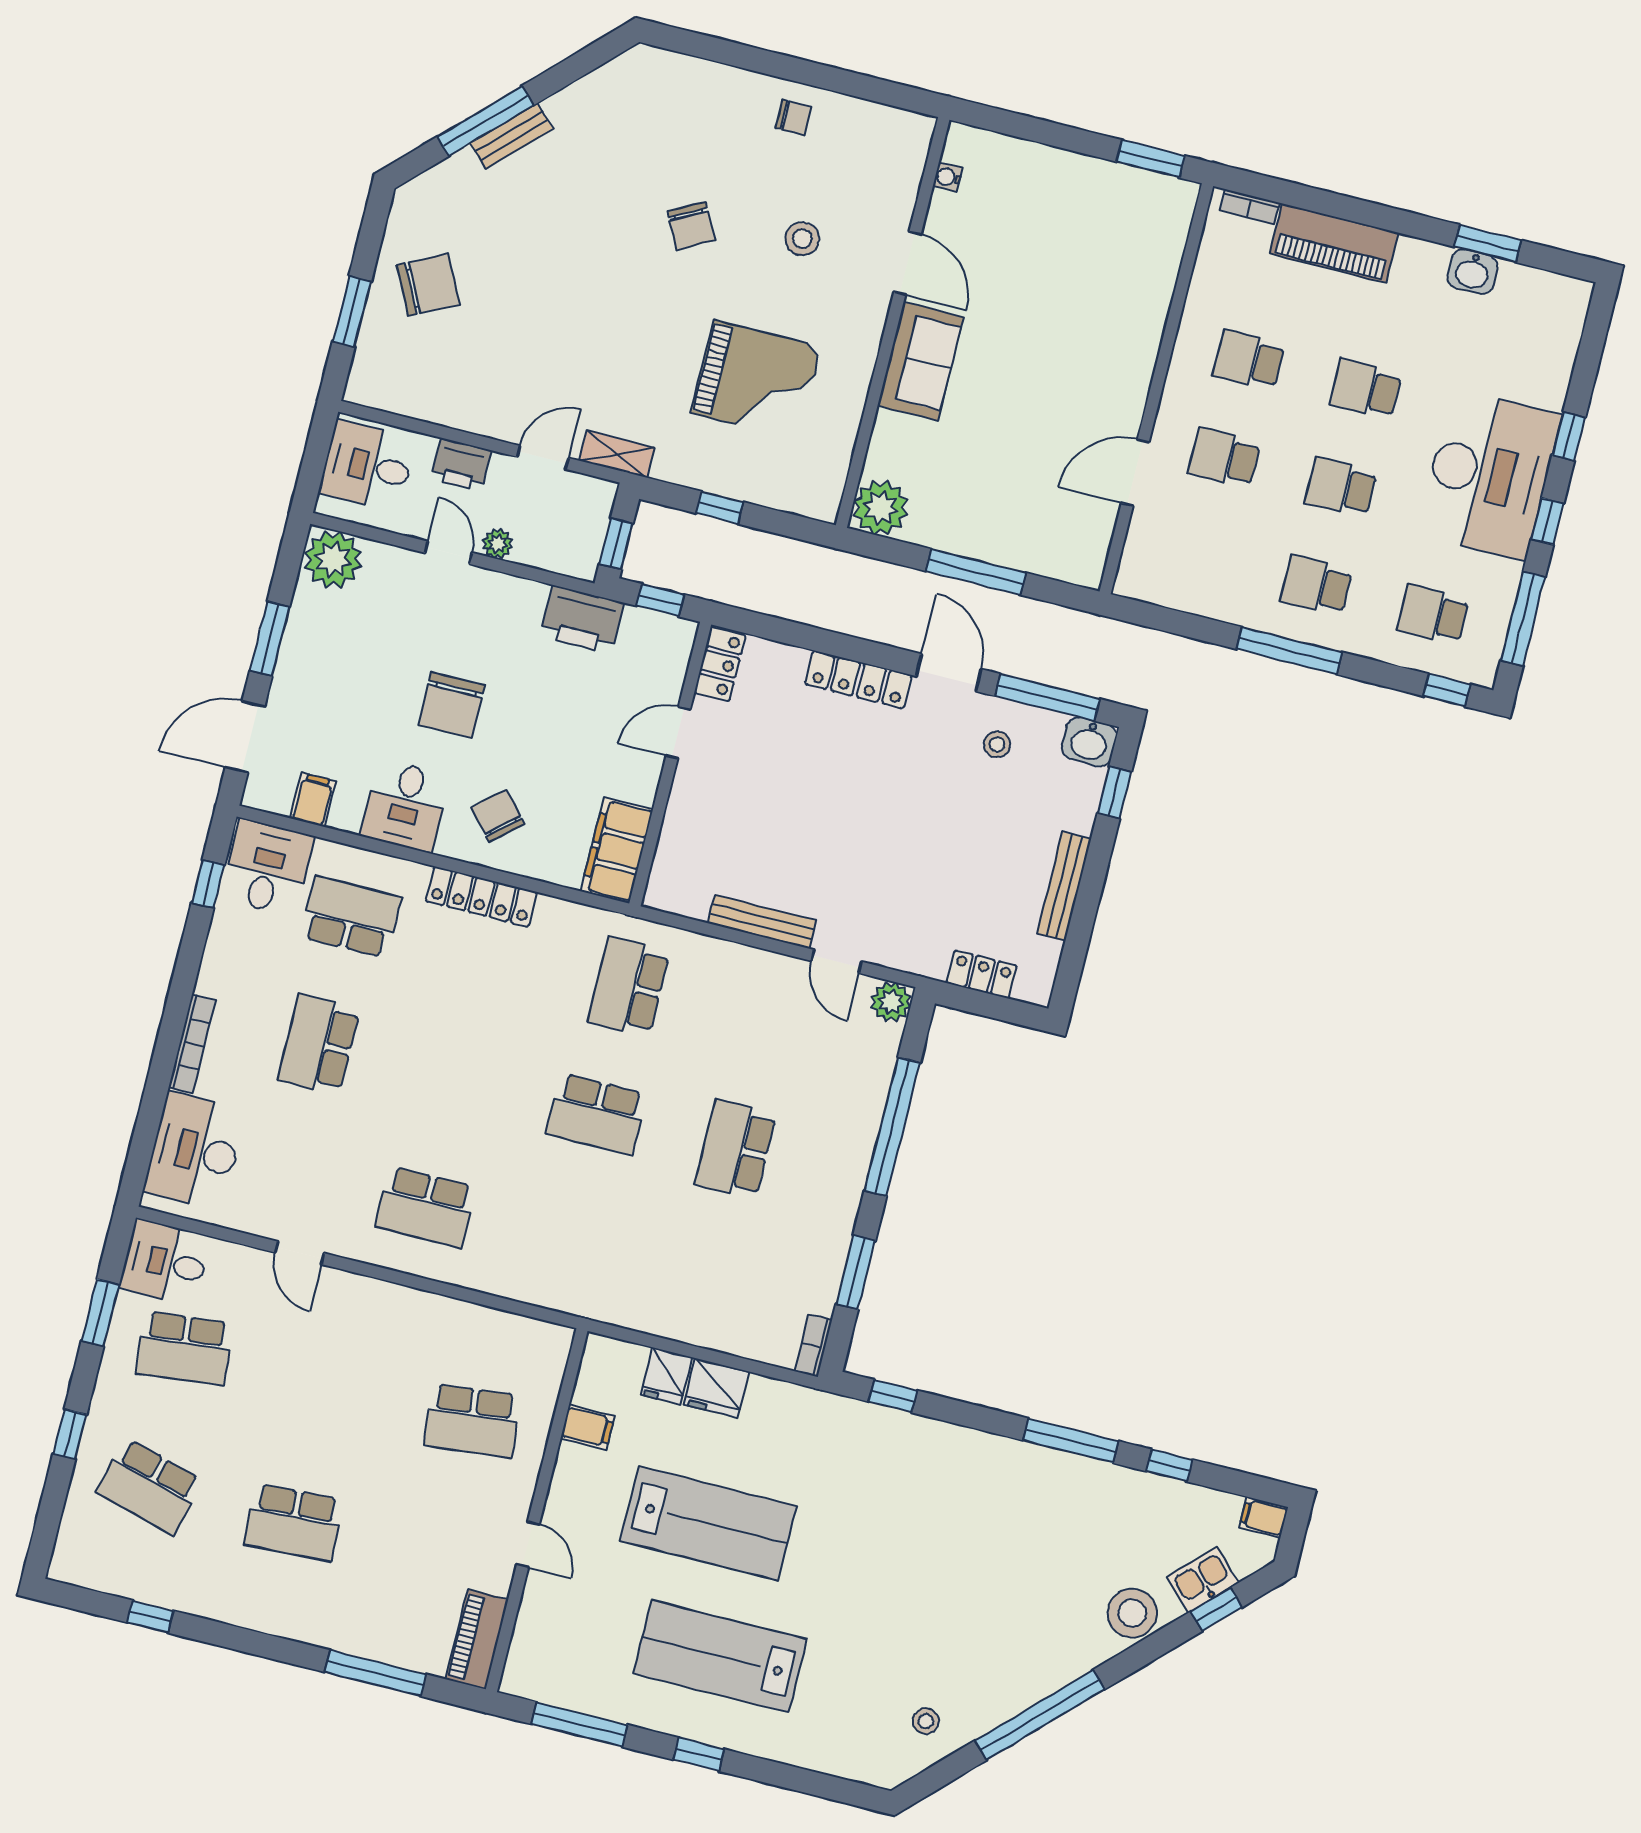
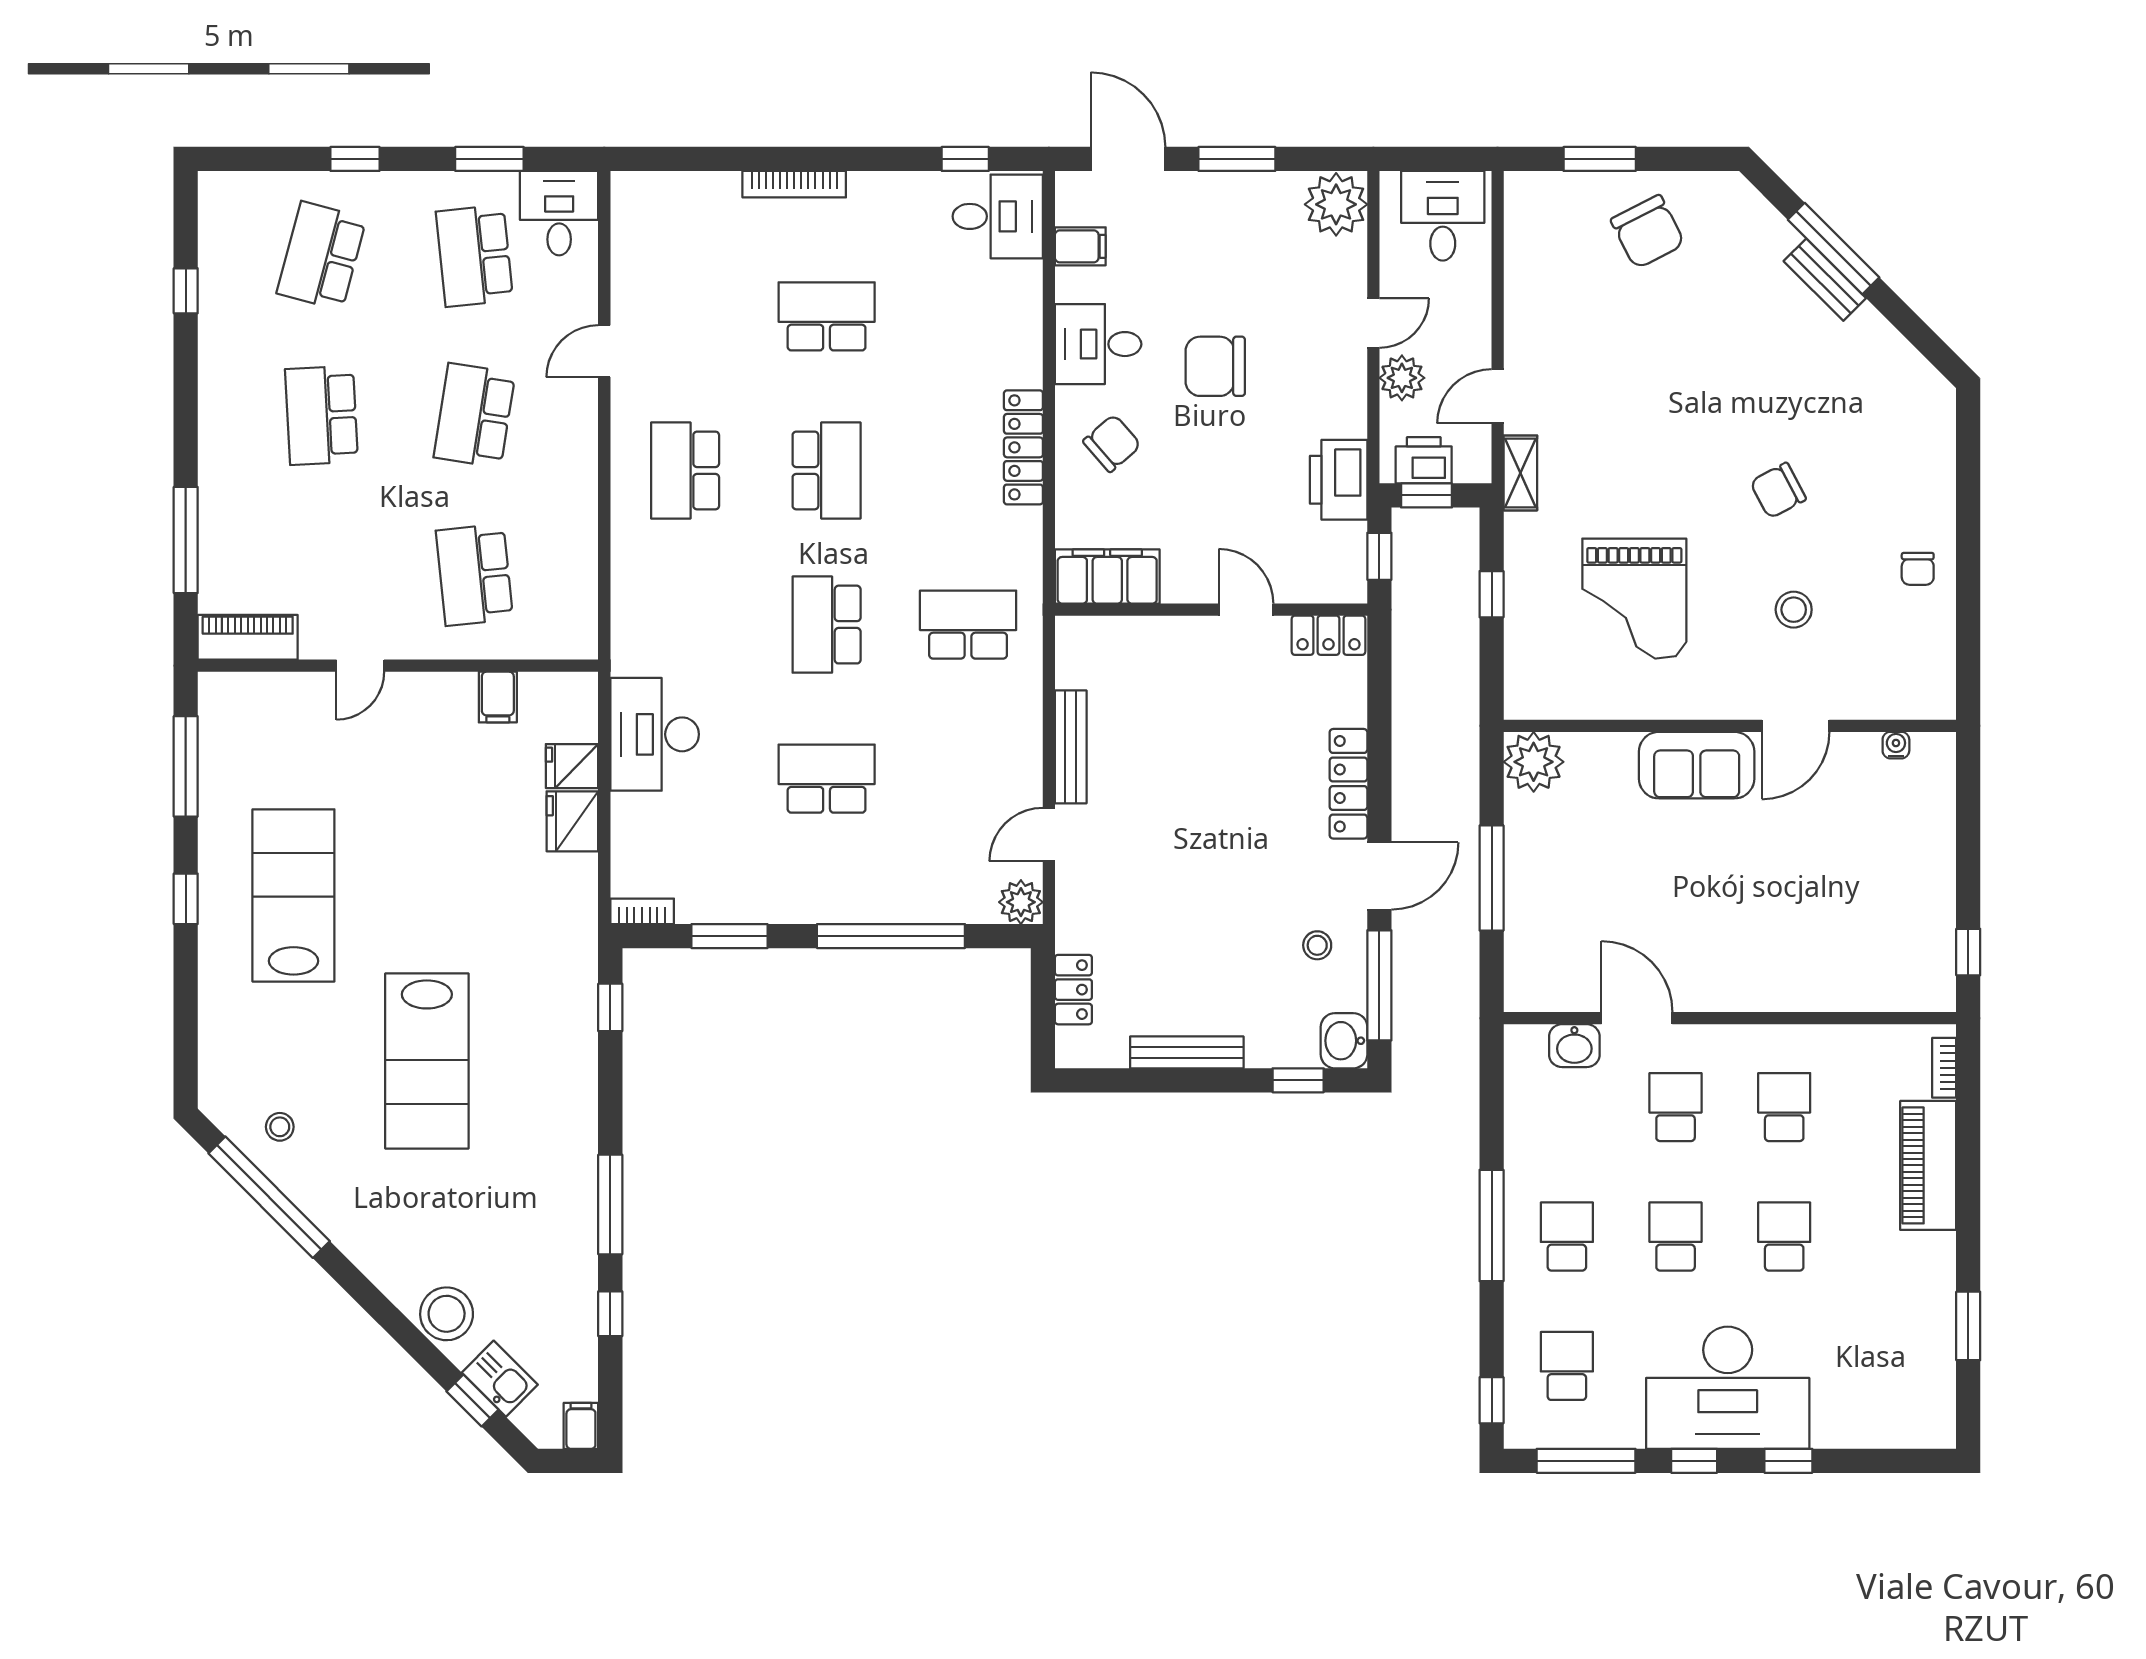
window: (1151, 159) -> (1968, 952), width x0.67
washbasin: (1472, 272) -> (1574, 1046), moved, turned -90
door: (543, 457) -> (1498, 396), swing flipped
printer: (461, 465) -> (1424, 460), moved, turned 90
plant: (498, 544) -> (1402, 378), width x1.38, depth x1.38
school desk: (351, 917) -> (827, 470), moved
desk: (195, 1151) -> (655, 734), moved, turned -90
school desk: (328, 1384) -> (474, 415), added
lab bench: (708, 1523) -> (427, 1061), moved
window: (1040, 1715) -> (269, 1197), moved

